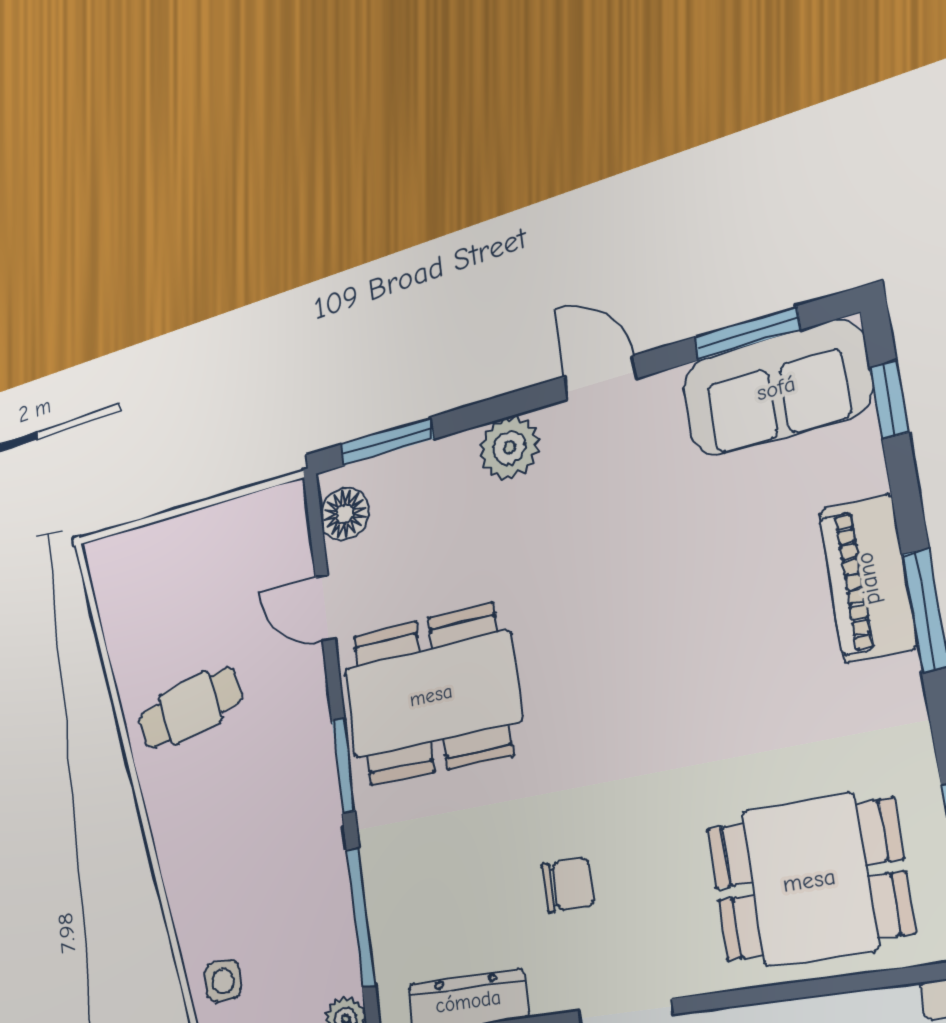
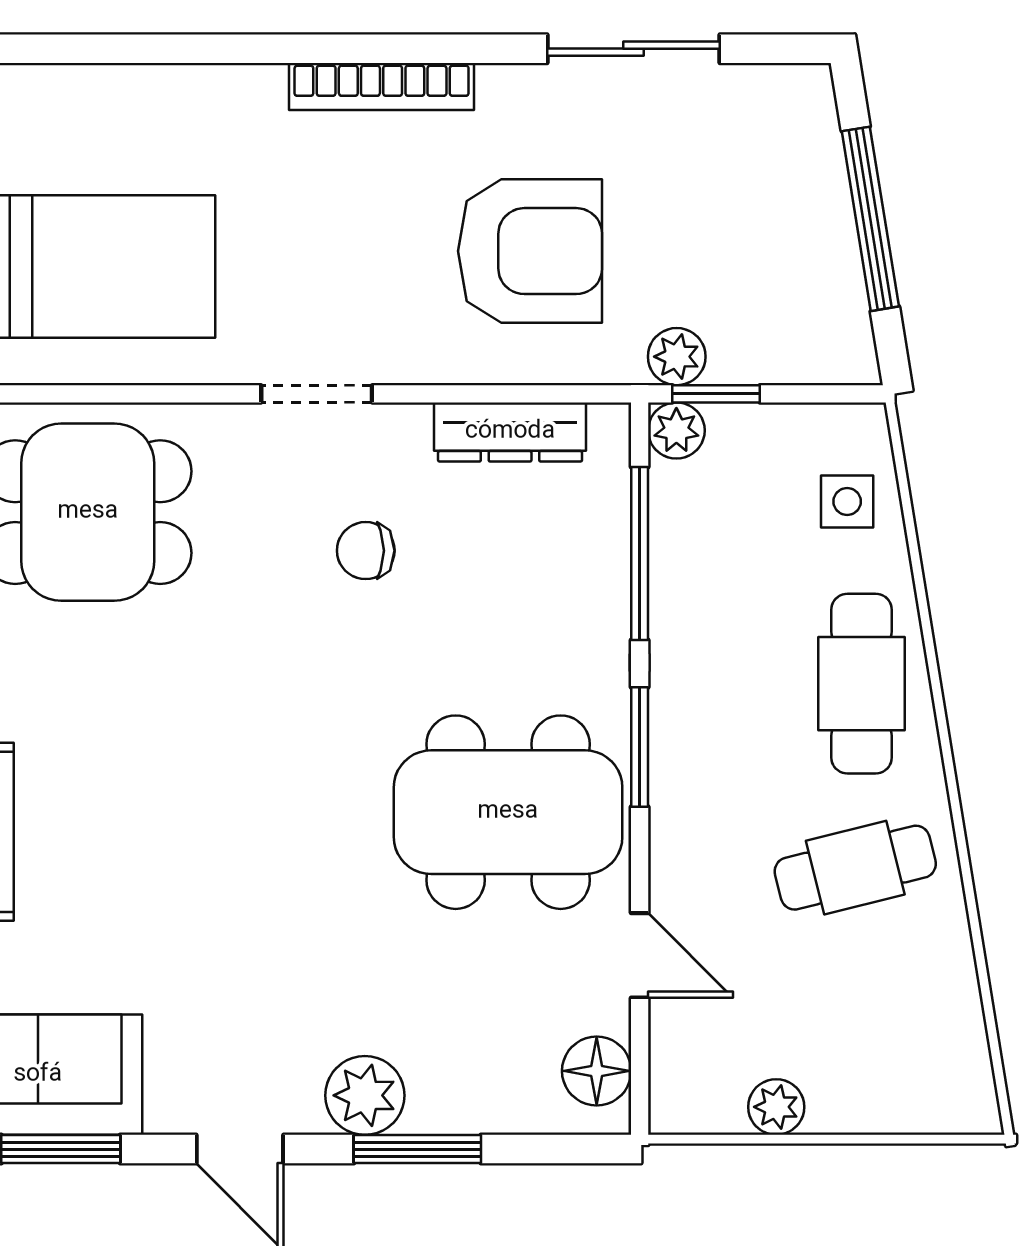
window: (387, 442) -> (417, 1149), moved
plant: (223, 522) -> (776, 1107), added
cafe table: (200, 844) -> (862, 684), added

